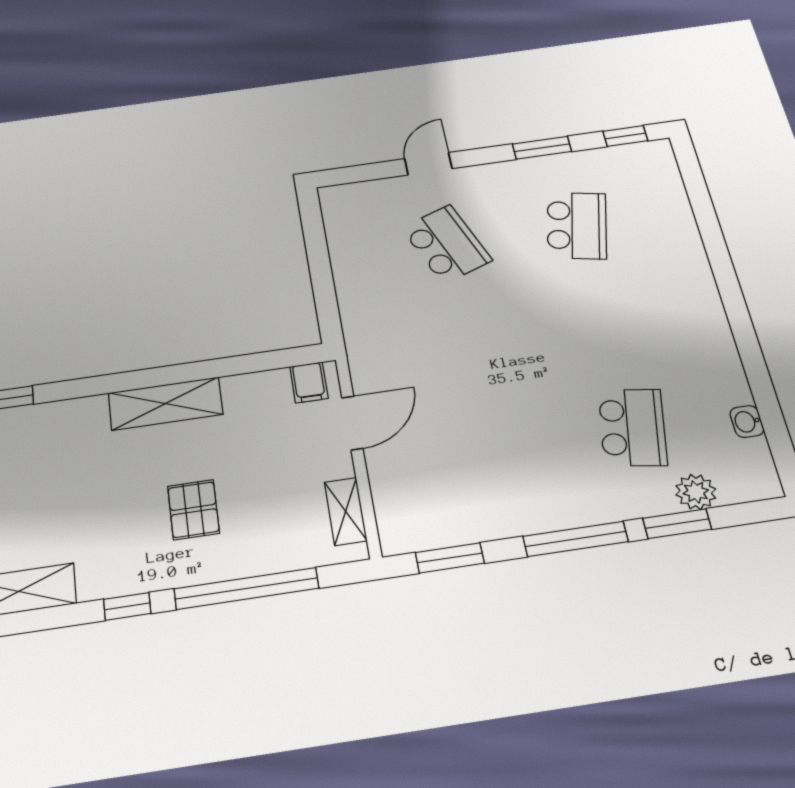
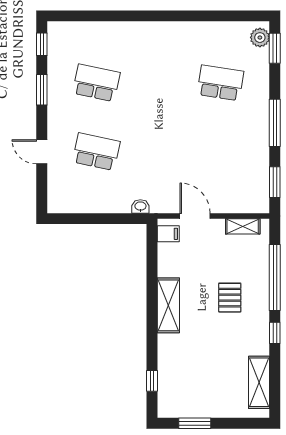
school desk: (447, 244) -> (96, 152), turned 33
washbasin: (747, 422) -> (140, 206), moved, turned 180
plant: (696, 492) -> (260, 38), moved
pallet: (193, 510) -> (230, 298), turned 90
window: (677, 524) -> (275, 48), moved

